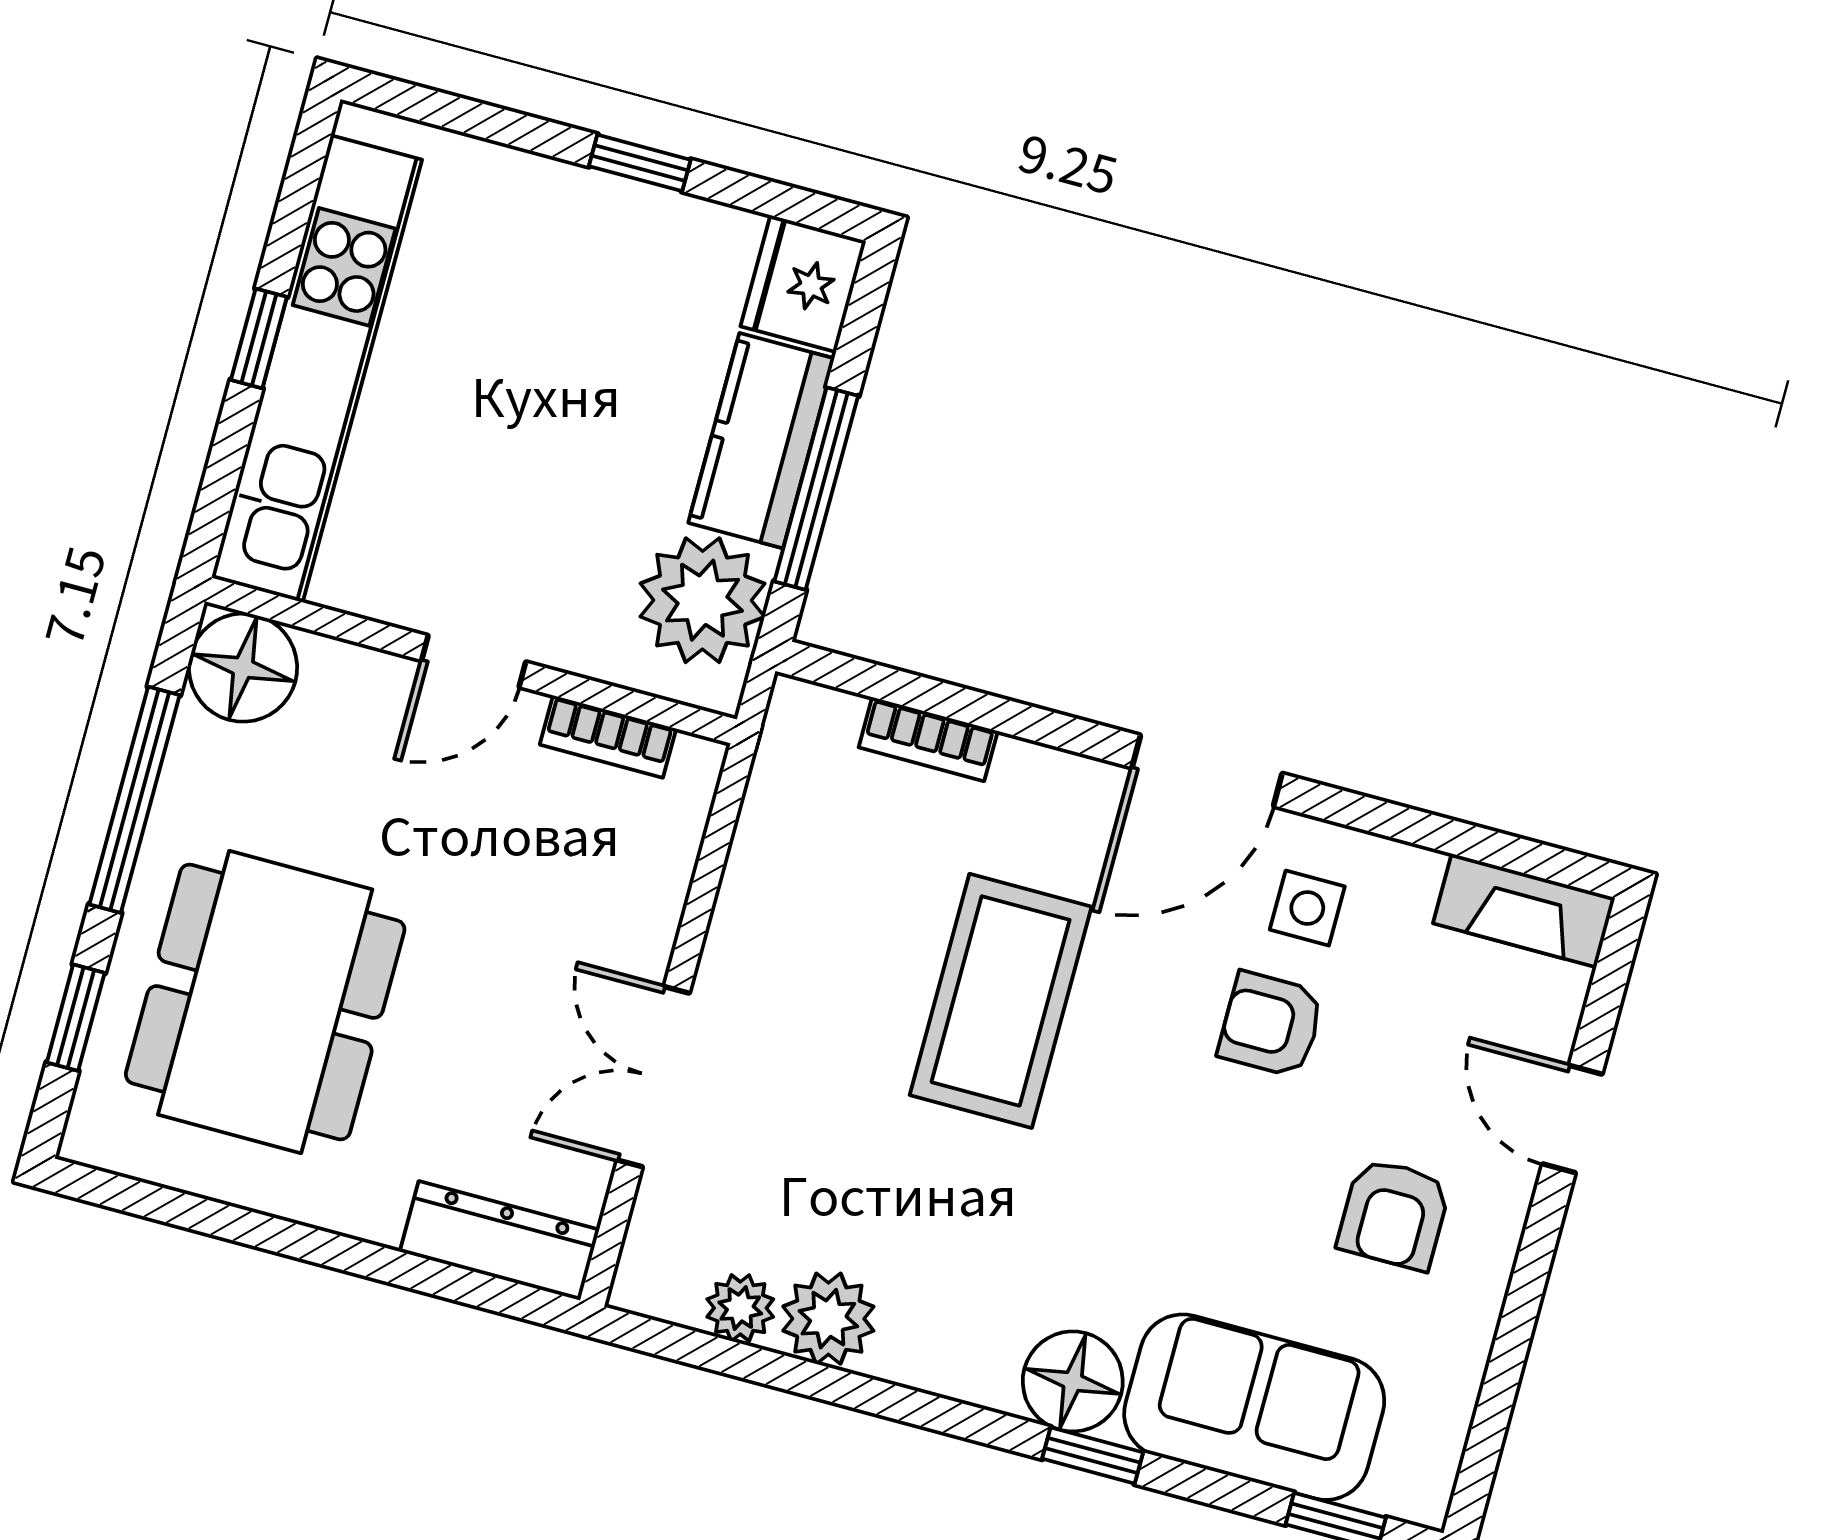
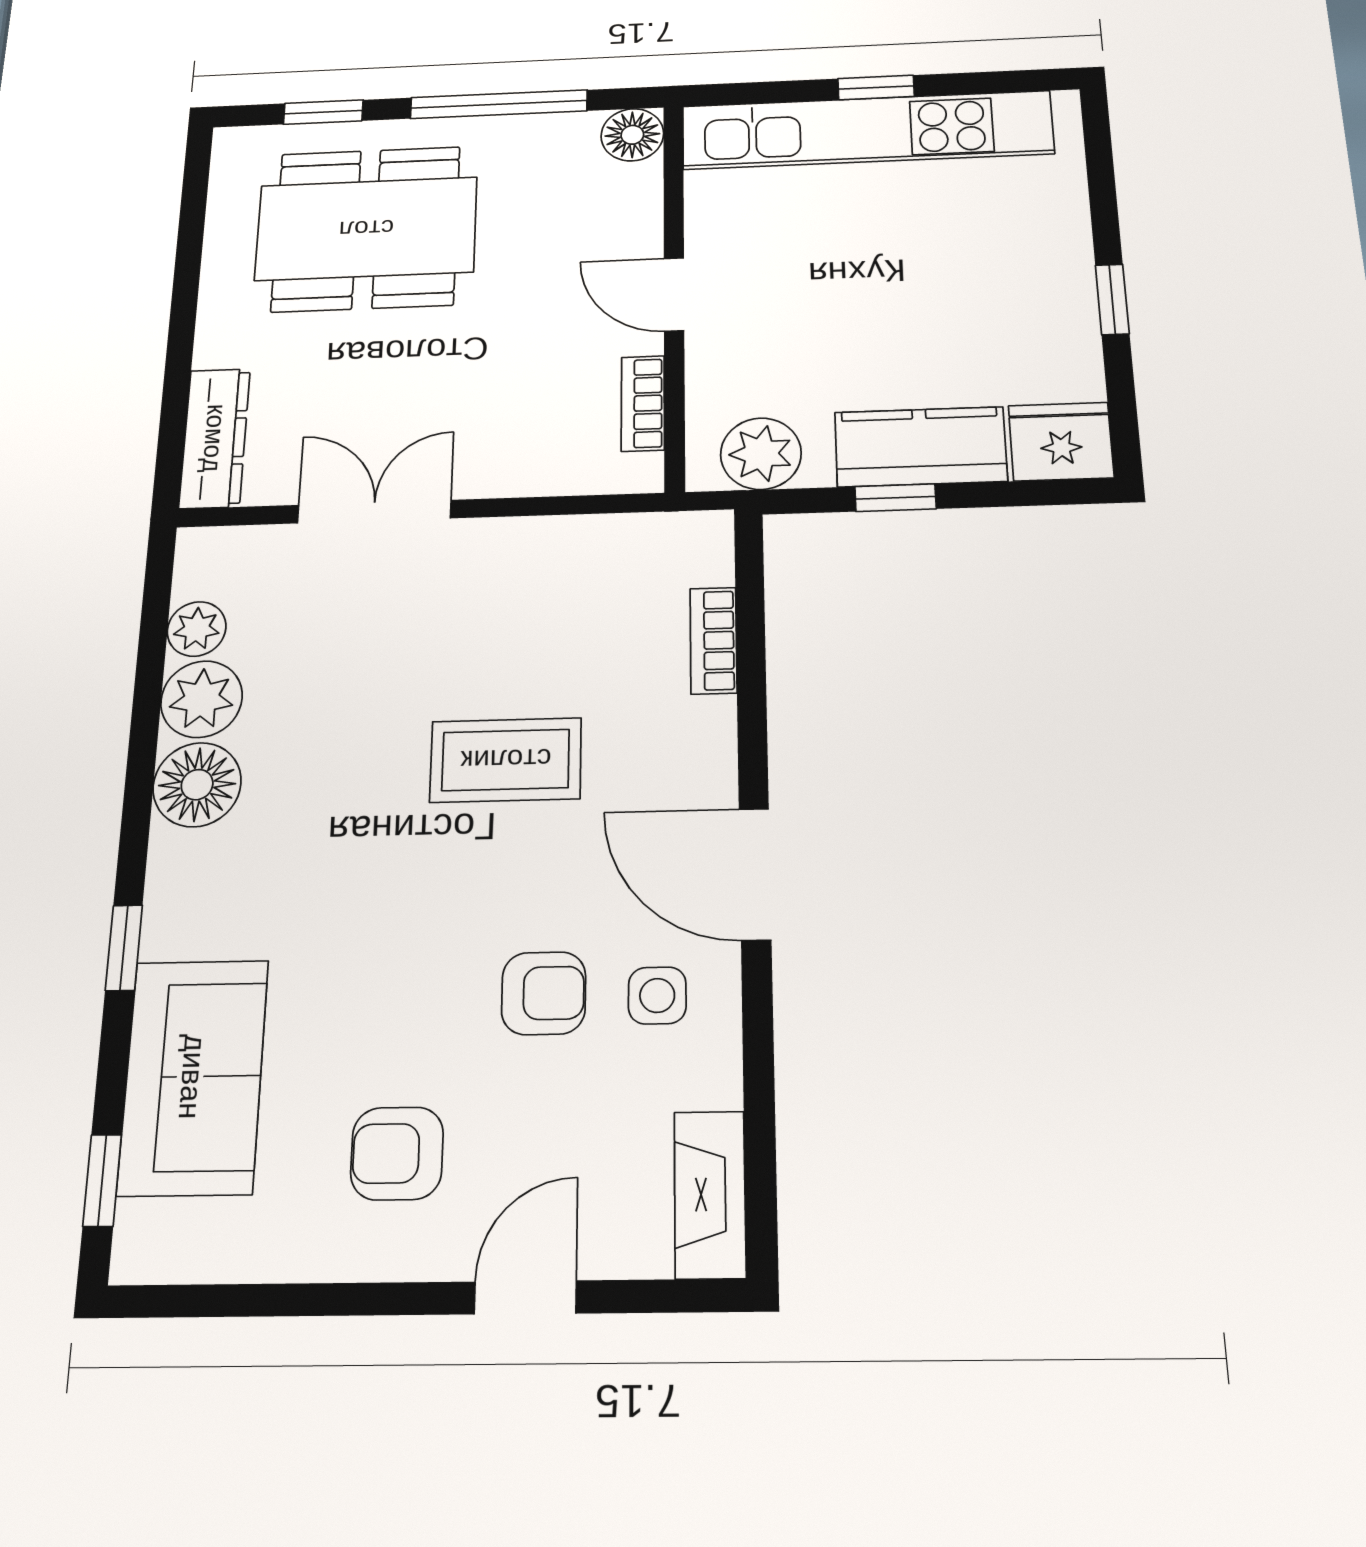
window: (816, 489) -> (895, 498), width x0.46
plant: (703, 600) -> (761, 454), width x0.73, depth x0.73
floor lamp: (243, 668) -> (632, 135), width x0.73, depth x0.73
coffee table: (1001, 1001) -> (506, 760), width x0.73, depth x0.76
armchair: (1271, 1024) -> (544, 993), turned 90
floor lamp: (1073, 1381) -> (197, 785), moved

